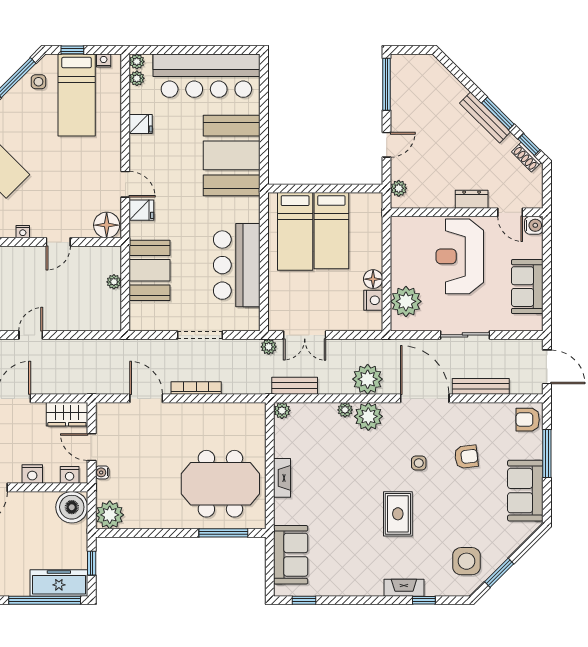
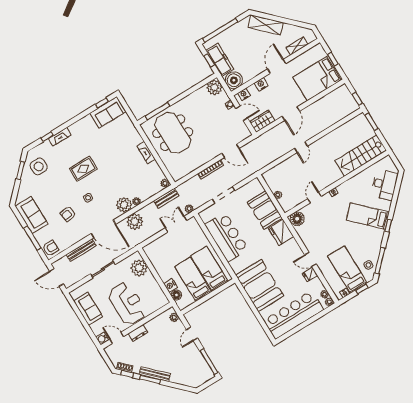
door: (125, 184) -> (310, 259), moved
fridge: (141, 210) -> (281, 232), width x1.88, depth x1.34
floor lamp: (373, 279) -> (176, 295), moved
nightstand: (373, 300) -> (170, 285), moved
meeting table: (220, 484) -> (173, 133), turned 90
rug: (398, 514) -> (83, 169), turned 90
sofa: (291, 555) -> (108, 112), moved, turned -90
freezer: (59, 583) -> (220, 60), moved, turned -90

